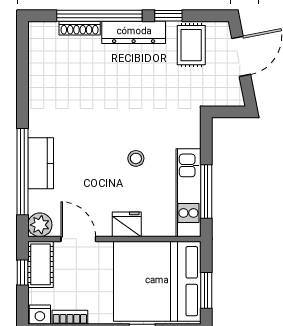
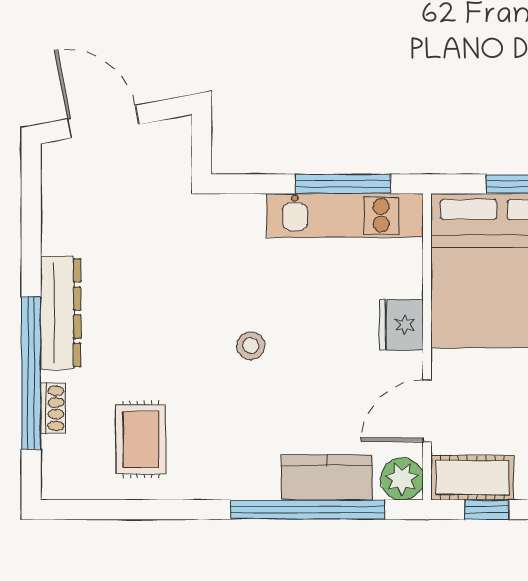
window: (168, 16) -> (31, 251), removed
shoe rack: (80, 28) -> (53, 408), width x0.70
rug: (191, 45) -> (141, 439), moved, turned 90
stool: (136, 158) -> (251, 346), moved
kitchen counter: (41, 163) -> (327, 477), moved

